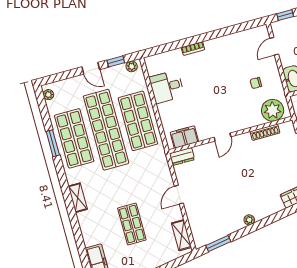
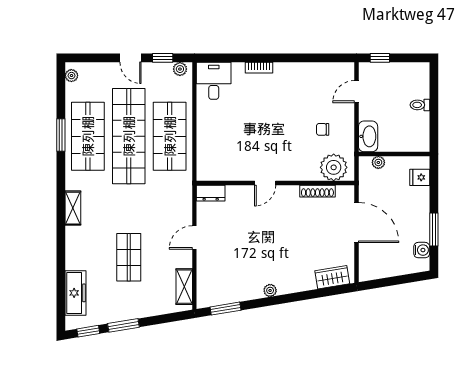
desk: (167, 87) -> (214, 81), moved, turned 90
filing cabinet: (184, 137) -> (220, 171), removed

